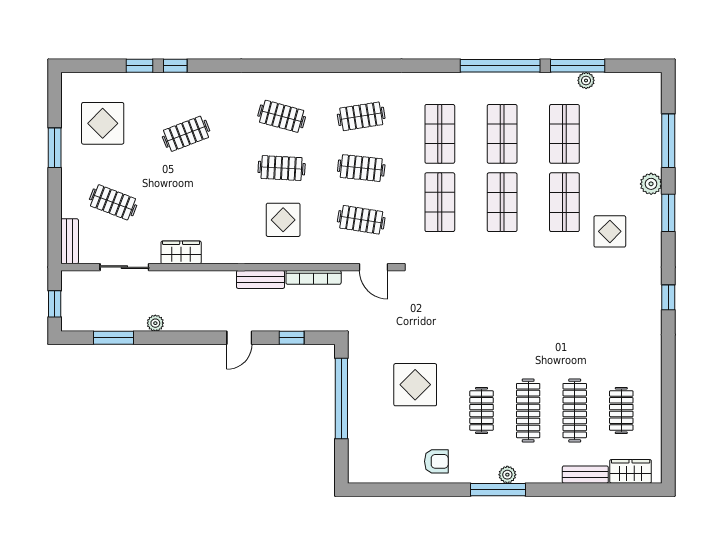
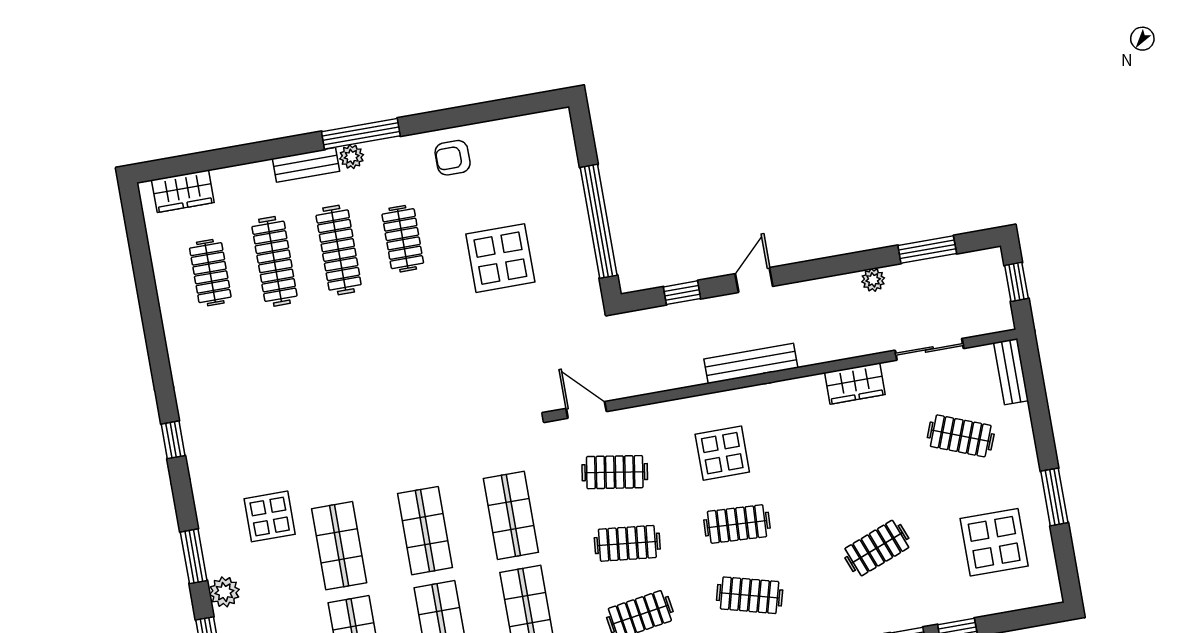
bookcase: (314, 277) -> (666, 381), removed
bench: (261, 279) -> (751, 363), width x1.36
bench: (585, 475) -> (306, 165), moved

